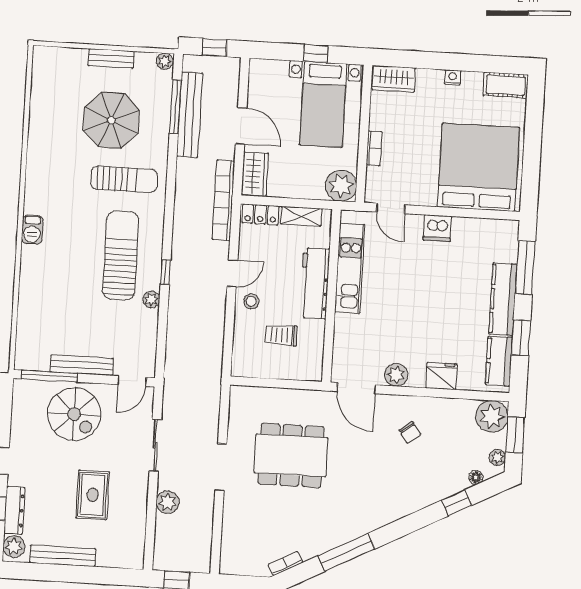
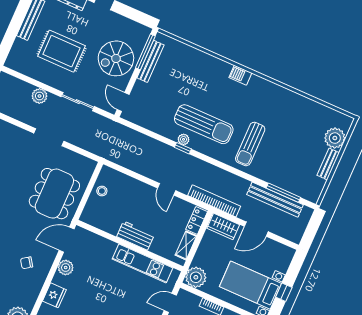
window: (215, 48) -> (311, 231), removed
plant: (165, 61) -> (335, 138), moved, width x1.87, depth x1.87
parasol: (111, 120) -> (290, 150), removed
workbench: (315, 283) -> (136, 236), width x0.73
plant: (151, 300) -> (184, 139), moved
stool: (251, 301) -> (102, 191), moved
trolley: (281, 335) -> (117, 205), removed
bench: (82, 365) -> (150, 61), moved
dining table: (291, 455) -> (54, 194), moved
rug: (93, 495) -> (62, 51), width x1.36, depth x1.43

